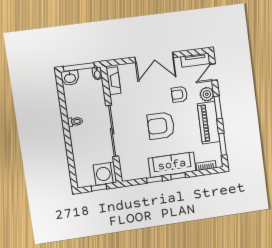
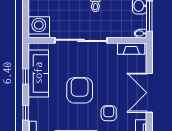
sofa: (172, 165) -> (38, 73), moved
window: (178, 176) -> (26, 113), moved
window: (99, 188) -> (26, 19), removed

